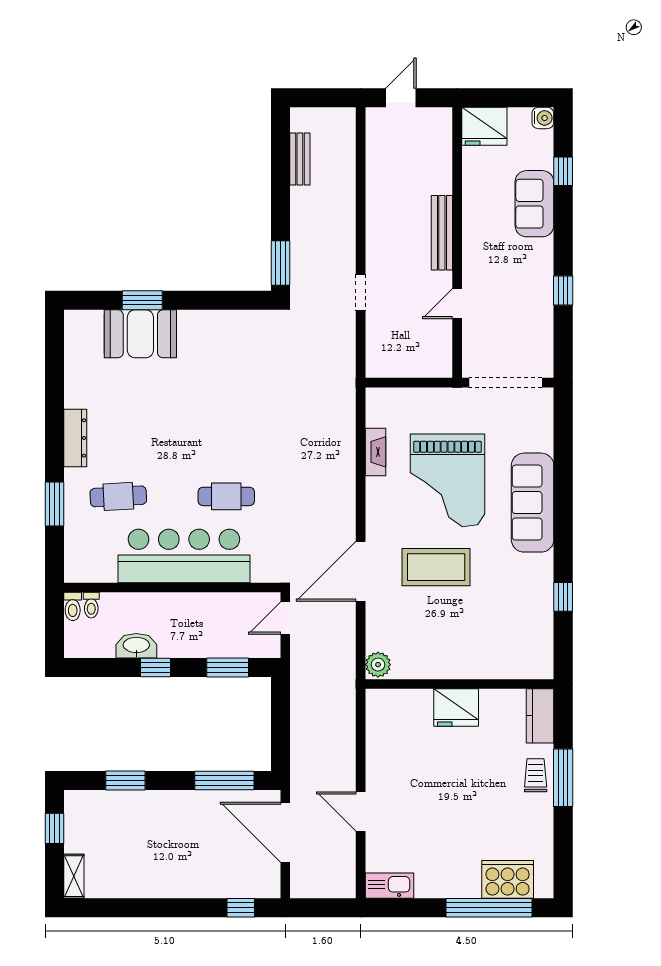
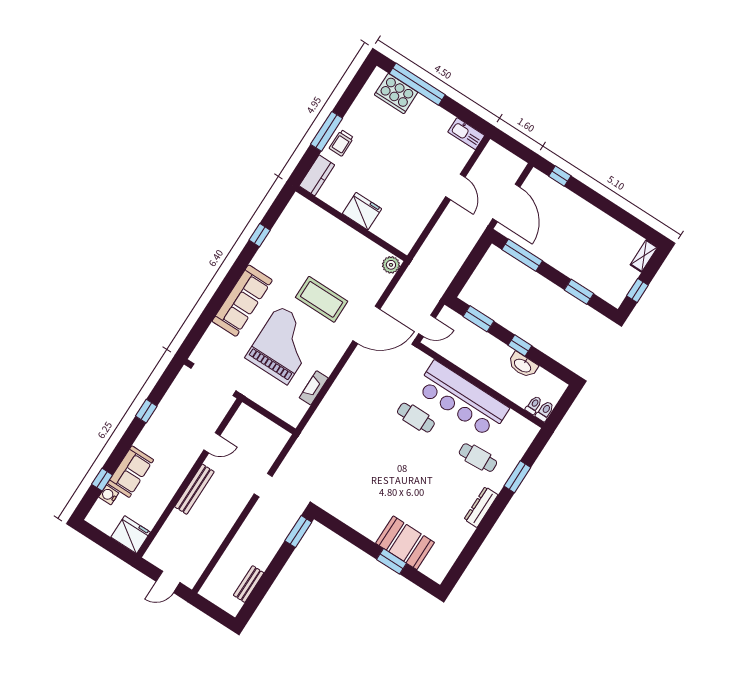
water cooler: (543, 118) -> (109, 495), moved

